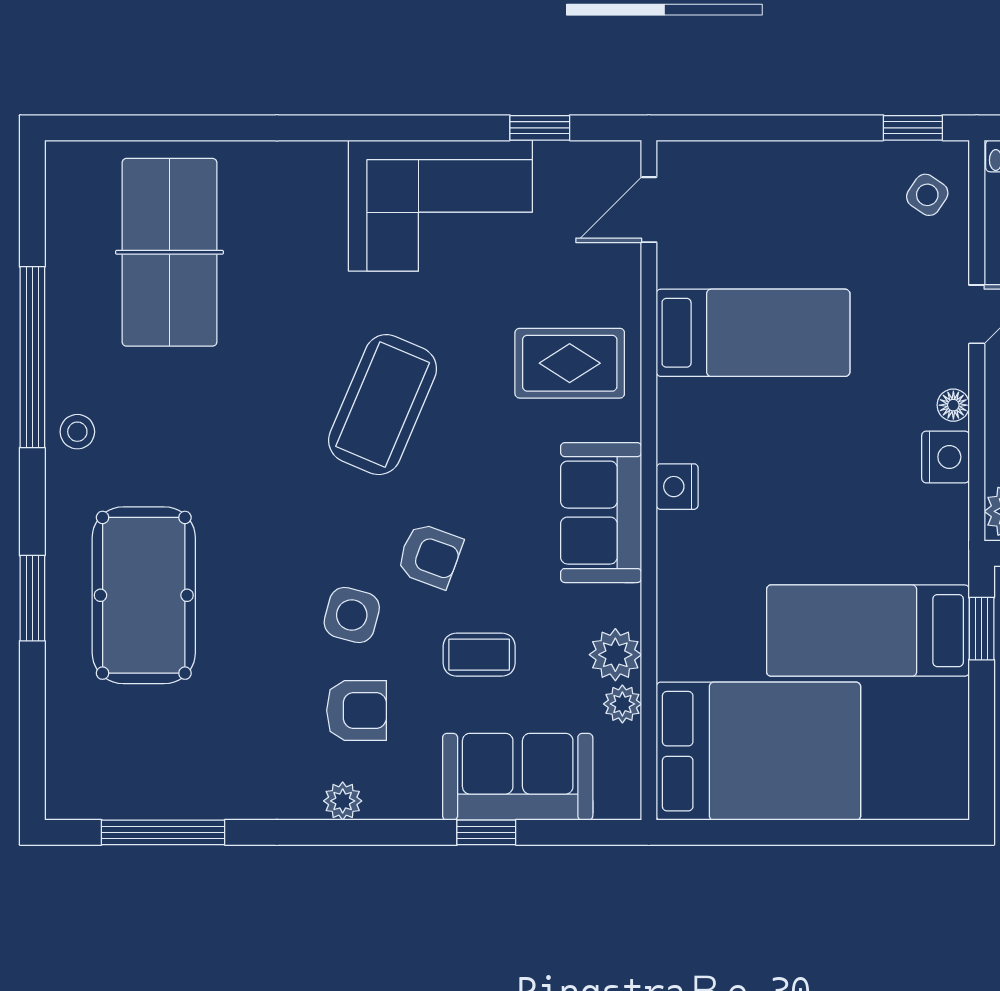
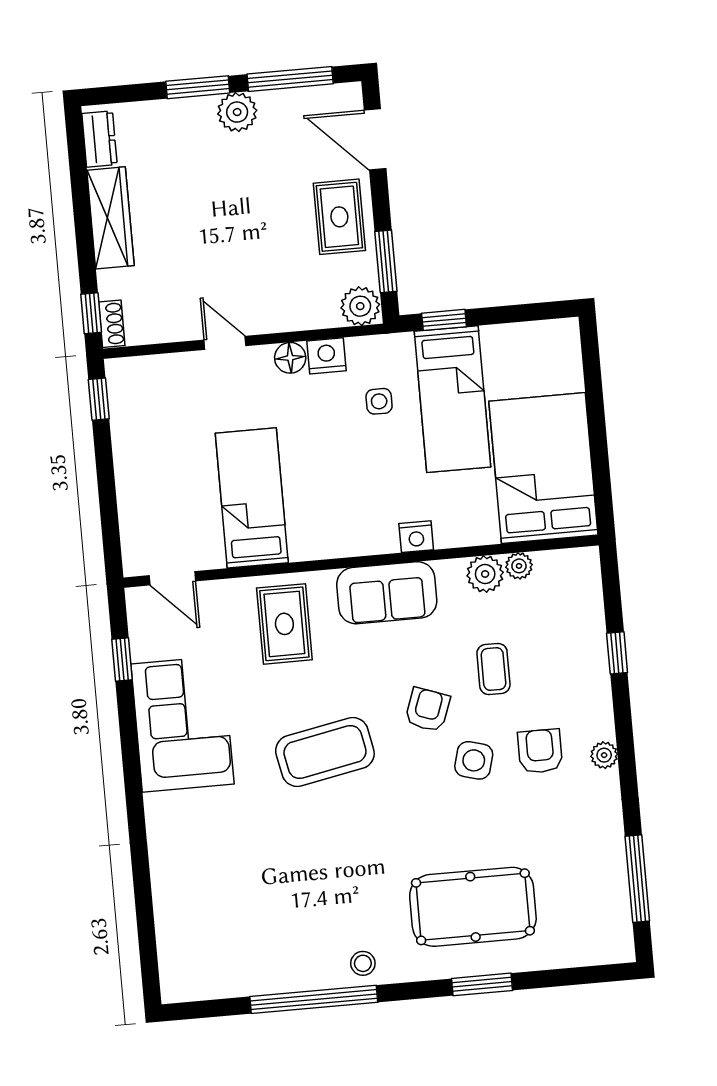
side table: (927, 195) -> (379, 401), moved, turned -34
table tennis table: (169, 252) -> (232, 910), removed
coffee table: (383, 405) -> (325, 752), turned -34
floor lamp: (953, 405) -> (290, 358), width x1.37, depth x1.37
nightstand: (677, 487) -> (416, 537), moved
sofa: (518, 777) -> (576, 634), removed

